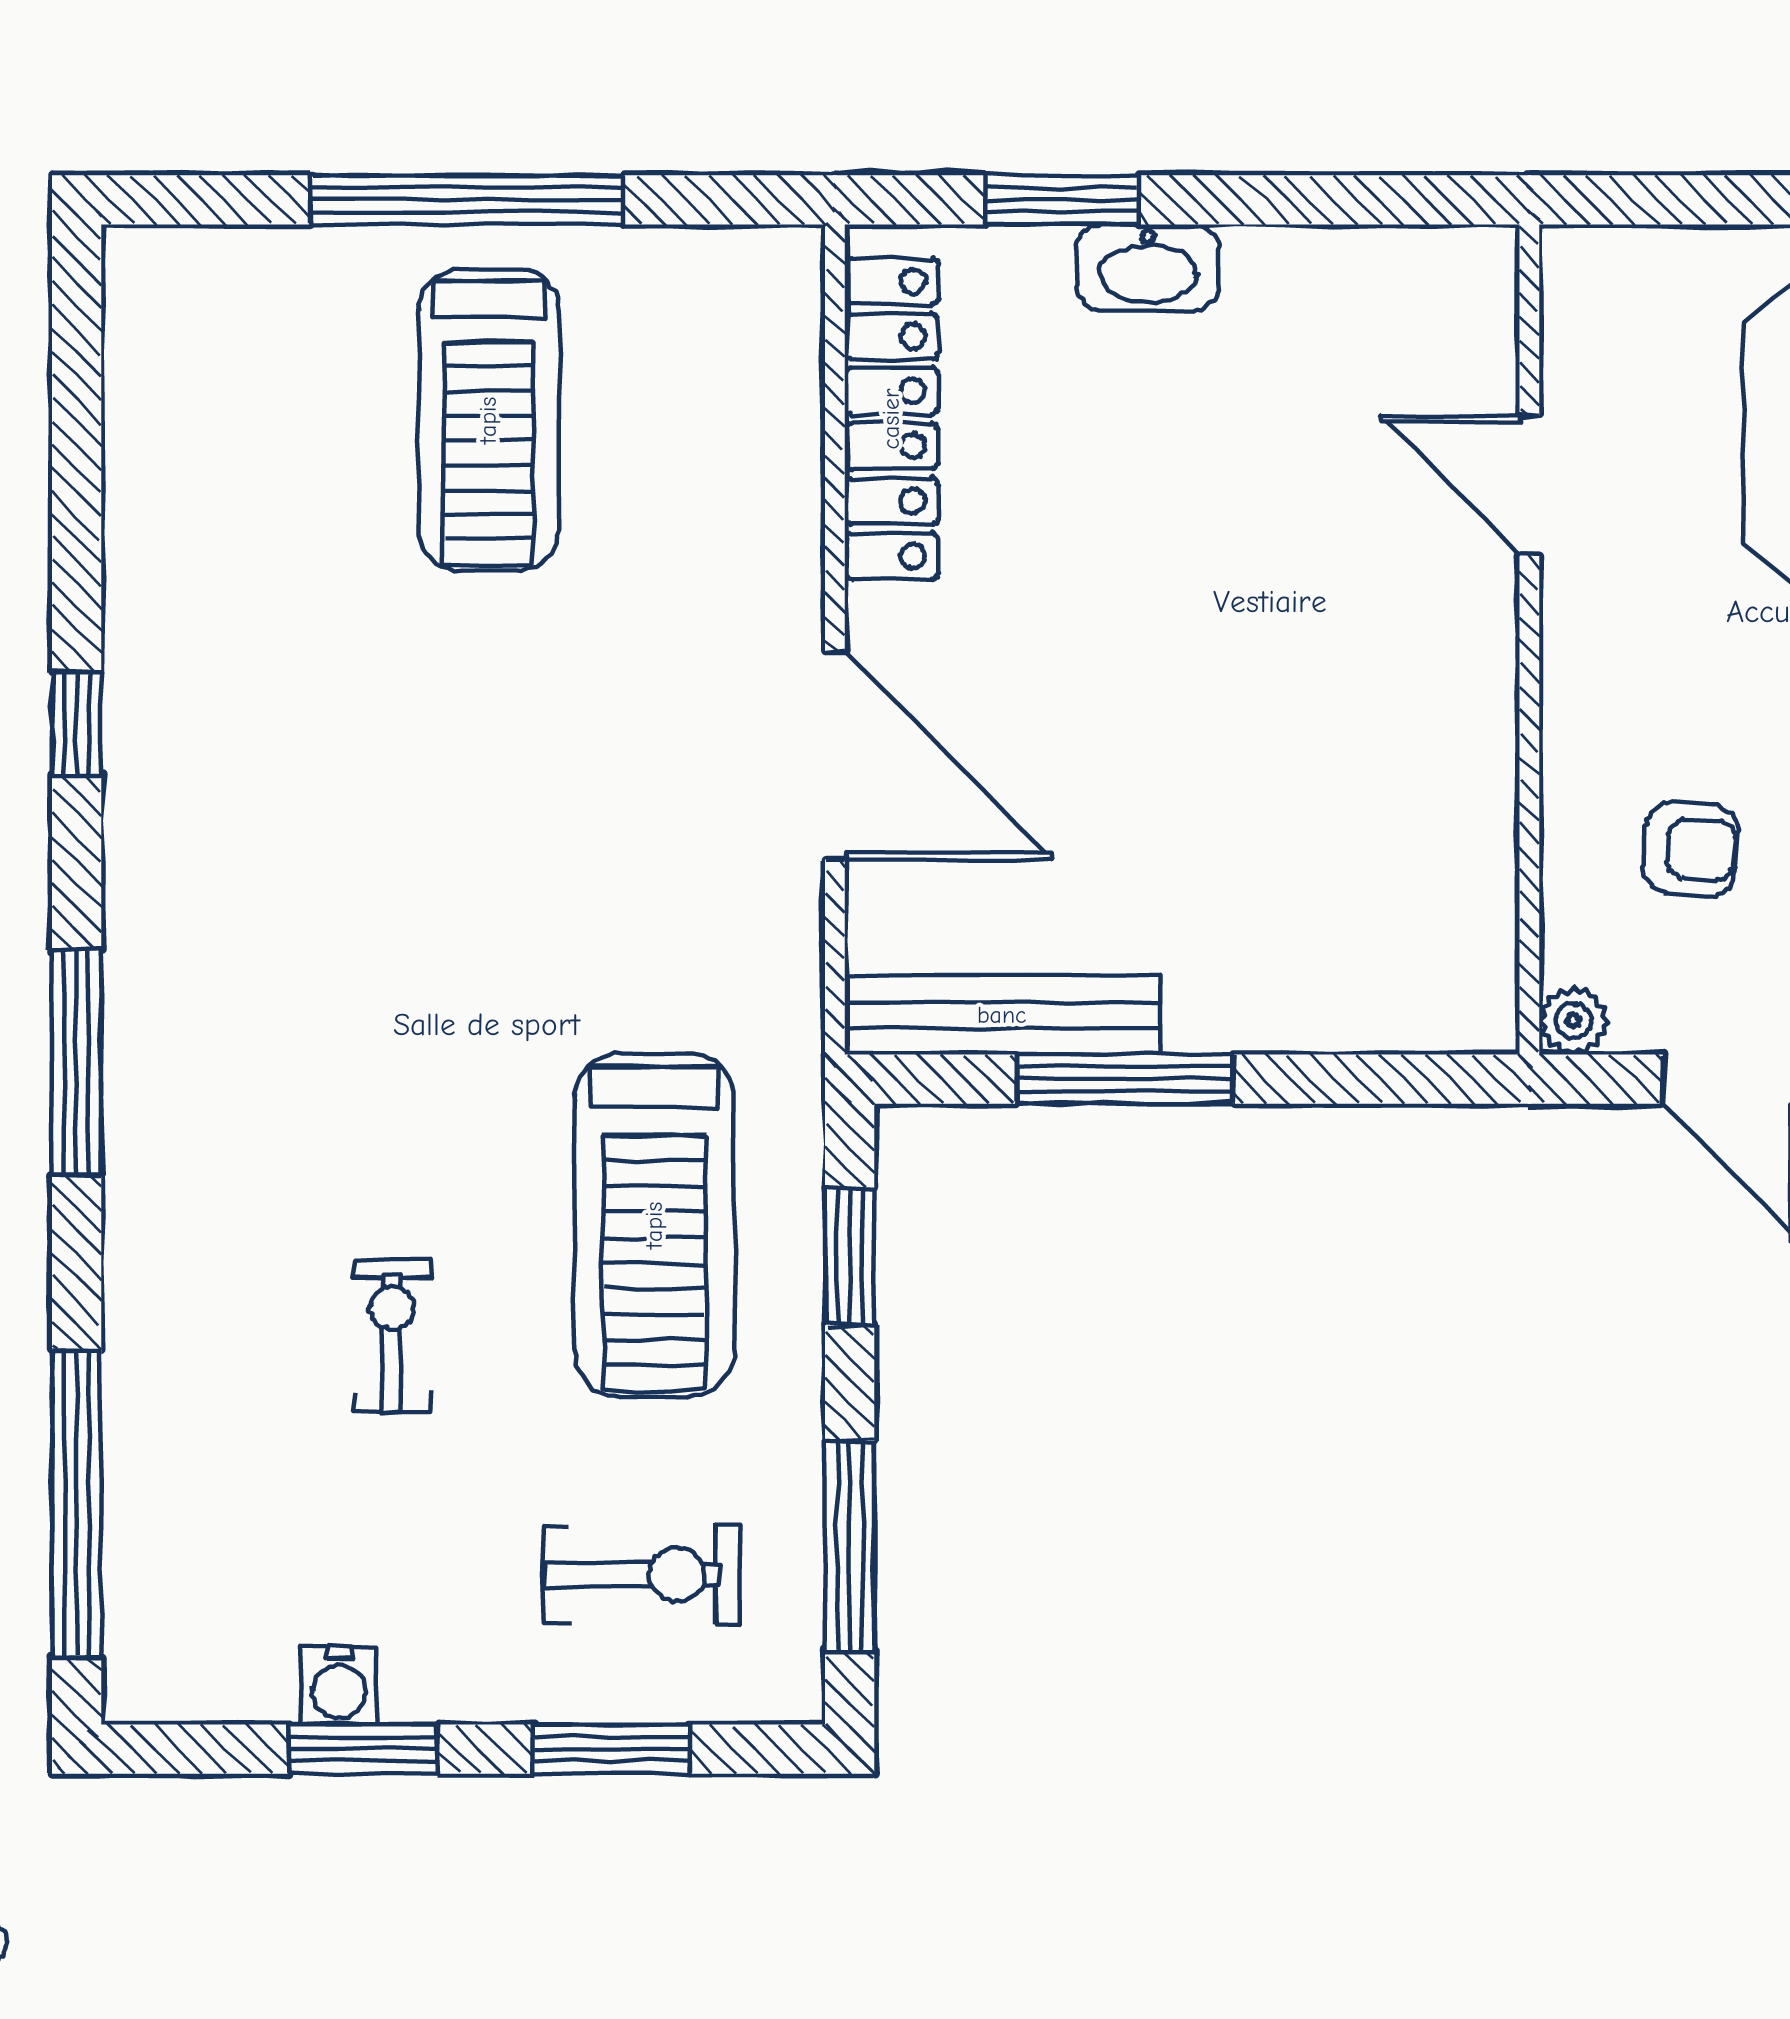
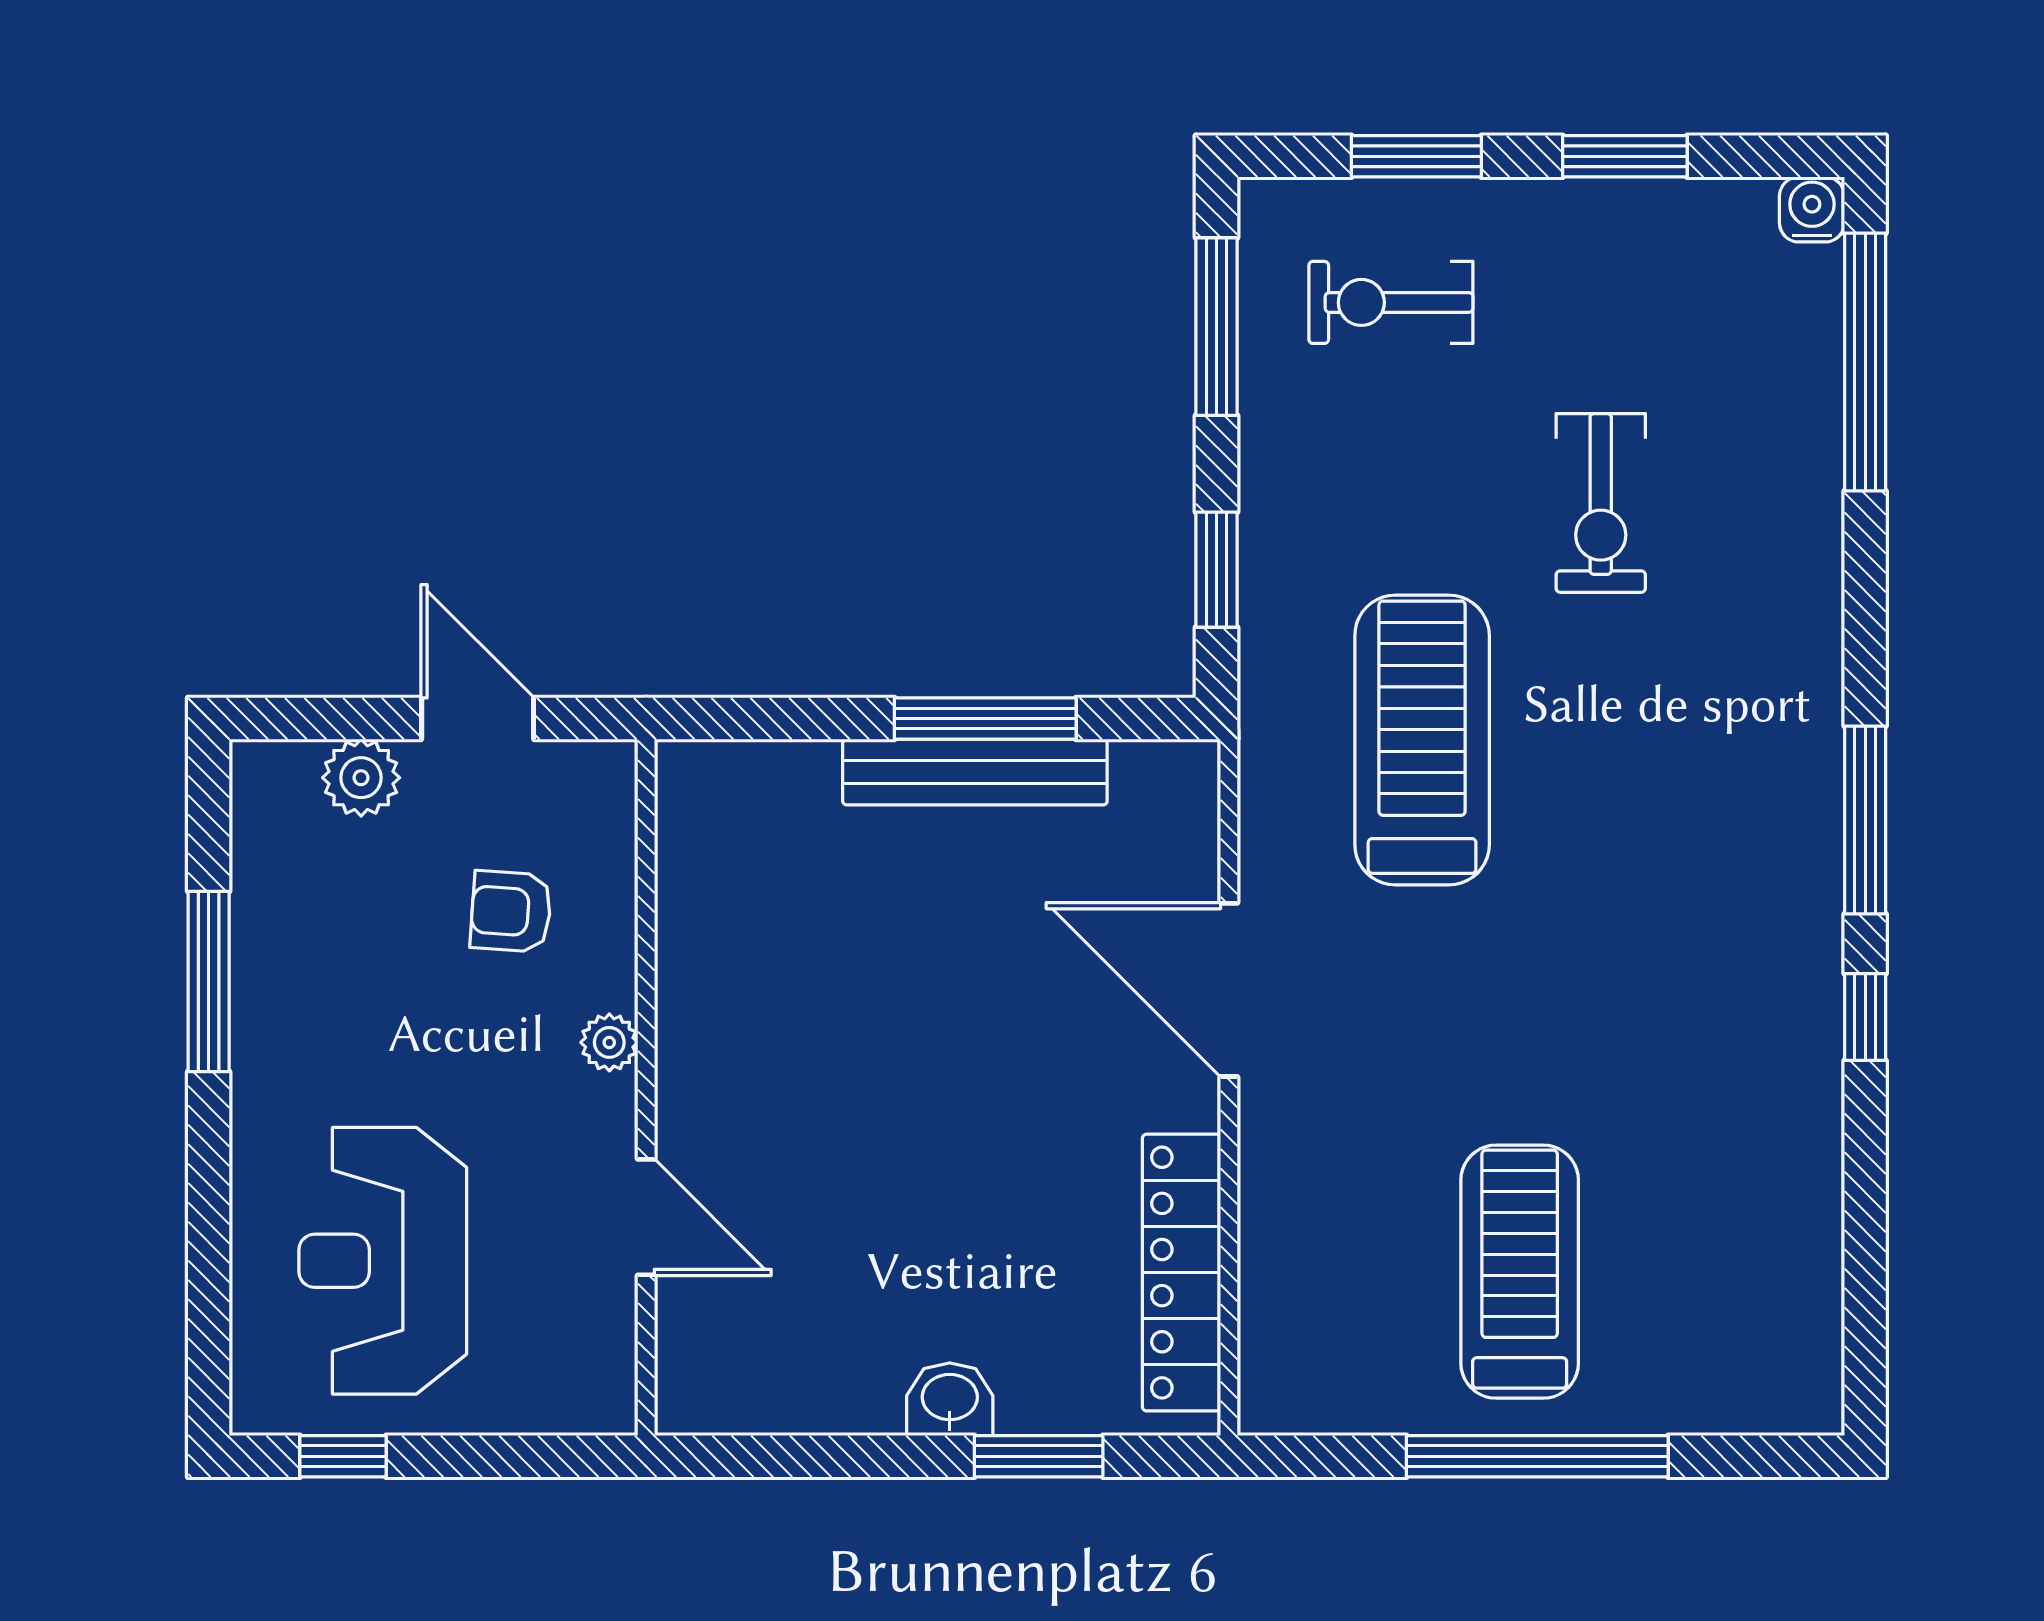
washbasin: (1148, 268) -> (950, 1399), width x0.72
bench: (1002, 1015) -> (975, 772), moved
plant: (1573, 1020) -> (609, 1042), moved
window: (77, 1062) -> (1865, 820), moved
treadmill: (654, 1225) -> (1422, 740), moved
exercise bike: (392, 1336) -> (1601, 503), width x1.38, depth x1.39
water cooler: (339, 1686) -> (1812, 209), moved

